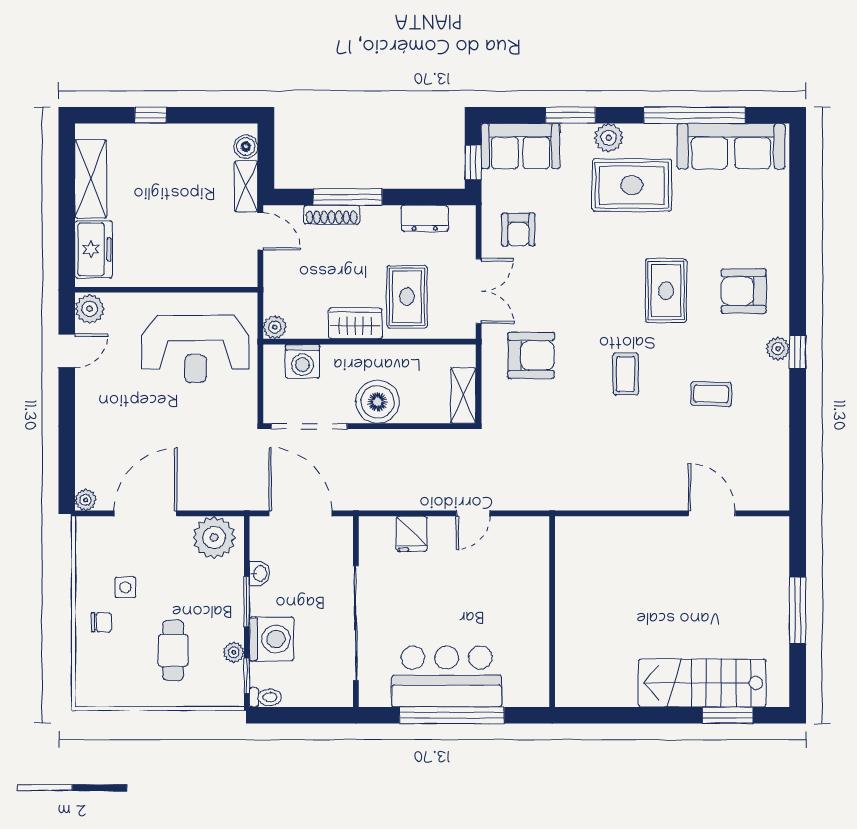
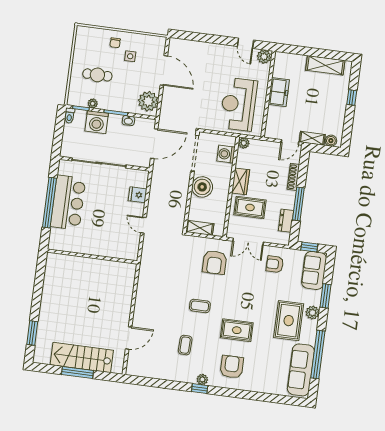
window: (348, 197) -> (298, 204), moved
freezer: (94, 249) -> (279, 92), moved, turned -90
plant: (86, 500) -> (174, 43), removed
stairs: (702, 683) -> (82, 358), moved, turned -90

